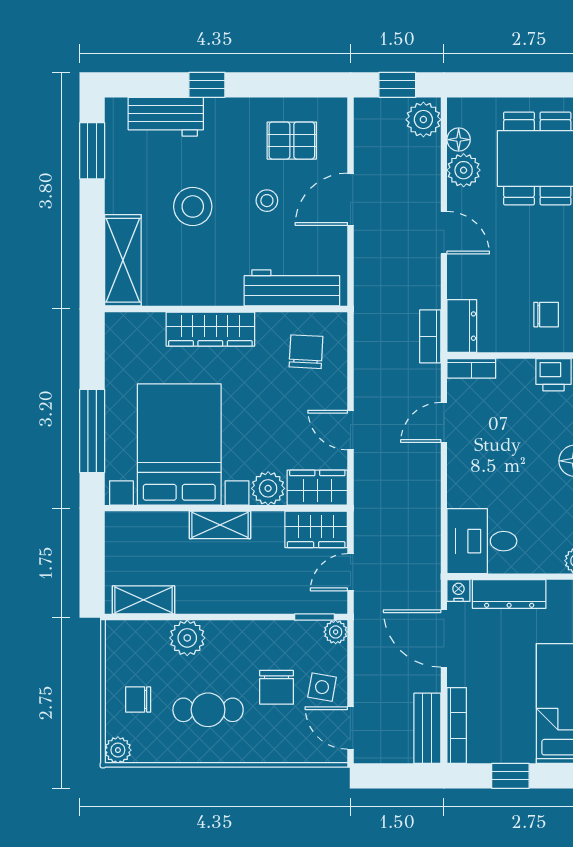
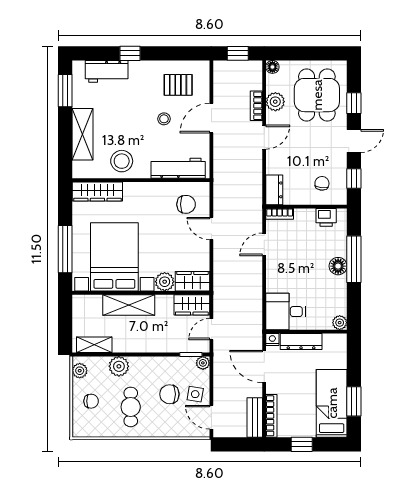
plant: (423, 120) -> (252, 73), removed
floor lamp: (459, 140) -> (272, 67), moved
stool: (193, 206) -> (122, 161), moved
door: (444, 233) -> (264, 137), hinge flipped
shelving: (123, 260) -> (82, 134), moved
chair: (546, 315) -> (322, 183), turned -84
wardrobe: (210, 329) -> (97, 192), moved
bookcase: (430, 336) -> (256, 106), moved
chair: (306, 352) -> (186, 204), turned 87
door: (350, 430) -> (211, 229), moved
shelving: (220, 525) -> (129, 305), width x1.50, depth x1.33
chair: (277, 687) -> (169, 394), turned 90
chair: (138, 700) -> (91, 401), turned 180
cafe table: (208, 710) -> (131, 407), turned 90
plant: (118, 750) -> (80, 371), moved

